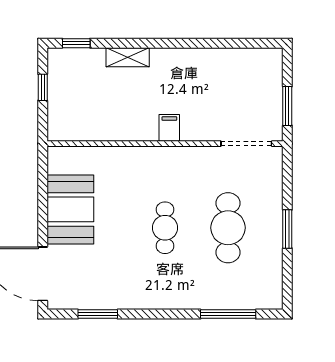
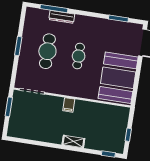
shelving: (128, 57) -> (73, 142), moved
booth: (70, 209) -> (118, 78), width x1.36, depth x1.42
dresser: (210, 300) -> (62, 17), added

